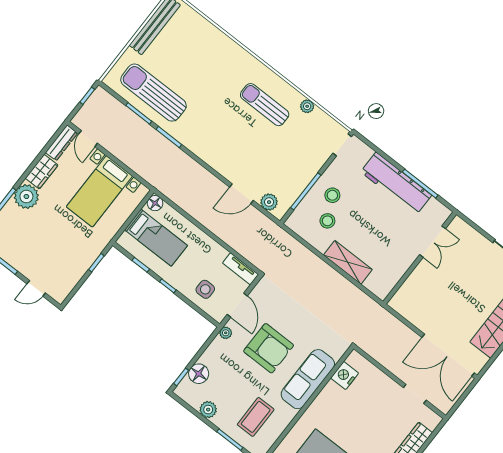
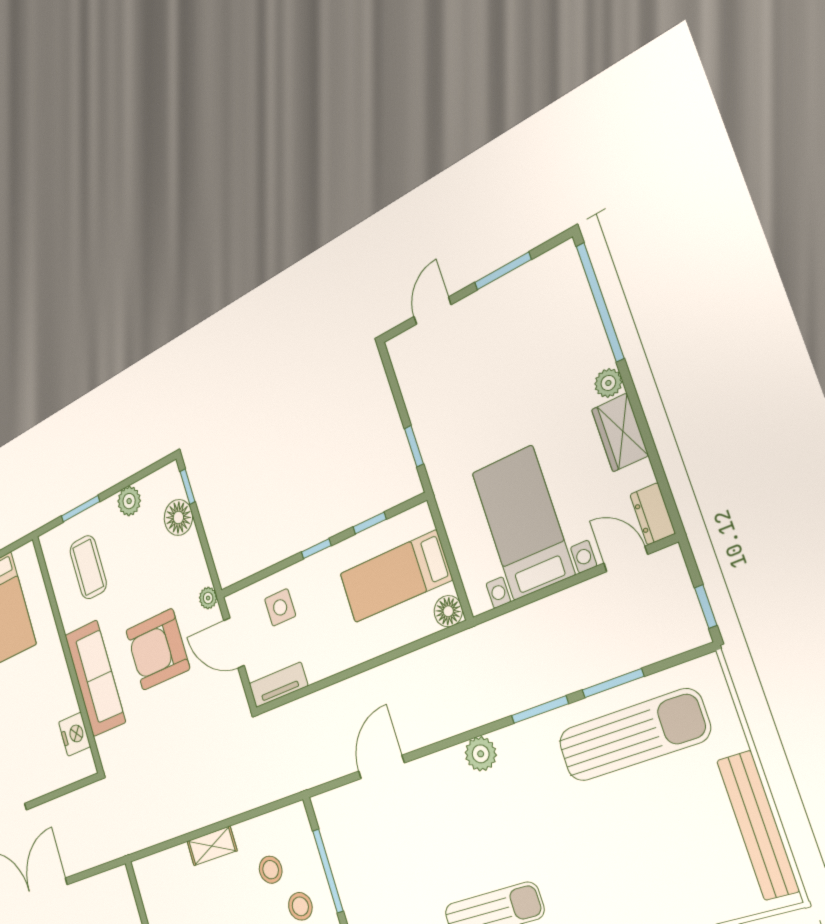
dresser: (62, 143) -> (653, 514), width x0.70
plant: (26, 197) -> (608, 383), width x0.53, depth x0.53
plant: (269, 202) -> (481, 754), moved
shelving: (348, 262) -> (212, 846), width x0.67, depth x0.75

